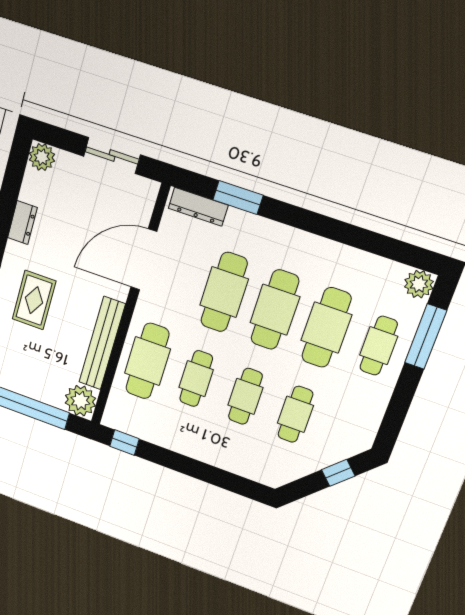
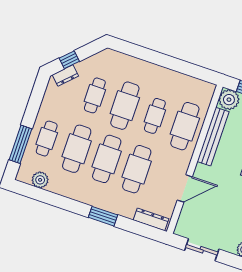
window: (238, 197) -> (103, 216), moved
door: (144, 259) -> (185, 188), width x0.73
plant: (419, 284) -> (40, 180), moved
cafe table: (245, 396) -> (125, 106), width x1.37, depth x1.35
window: (124, 443) -> (202, 73), removed
dresser: (345, 448) -> (65, 75), added

